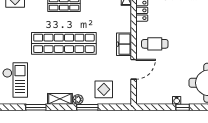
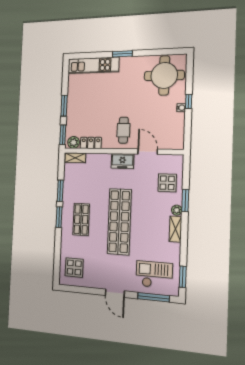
window: (36, 107) -> (183, 277), moved

